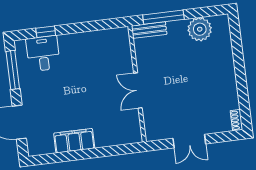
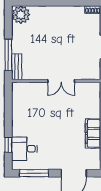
plant: (200, 29) -> (21, 15), moved

